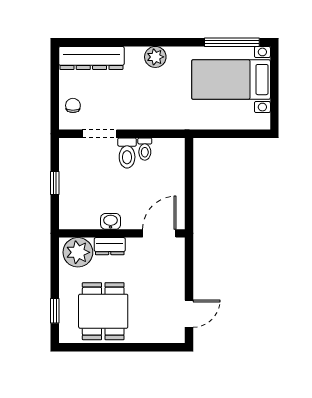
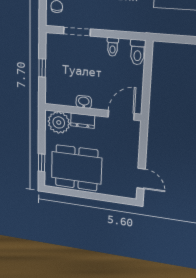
toilet: (127, 153) -> (138, 52), moved
dining table: (103, 311) -> (76, 168), width x1.38
door: (189, 314) -> (141, 179), hinge flipped

